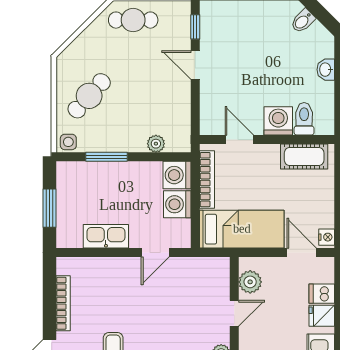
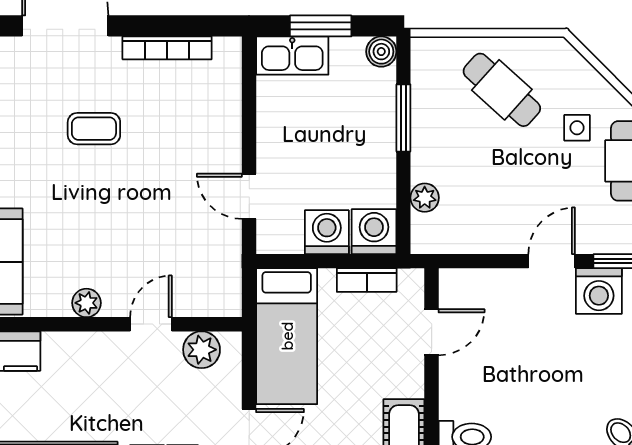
washing machine: (278, 121) -> (599, 291), moved, turned 90
side table: (68, 142) -> (577, 128), moved
boiler: (65, 171) -> (381, 52), added
bookcase: (207, 180) -> (367, 280), width x0.64
kitchen sink: (106, 236) -> (292, 56), moved, turned 90
door: (234, 313) -> (151, 324), swing flipped

